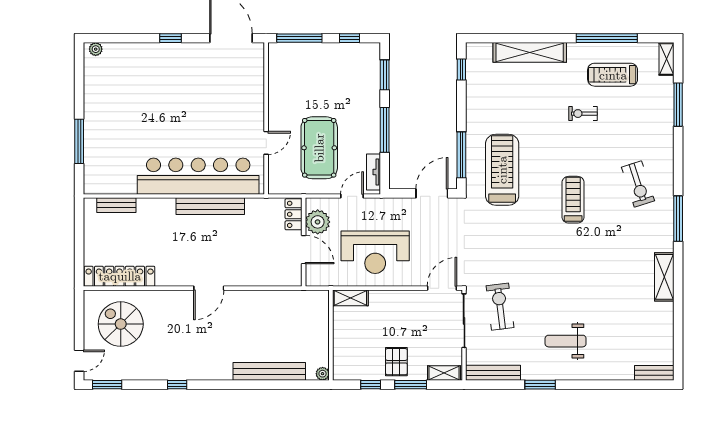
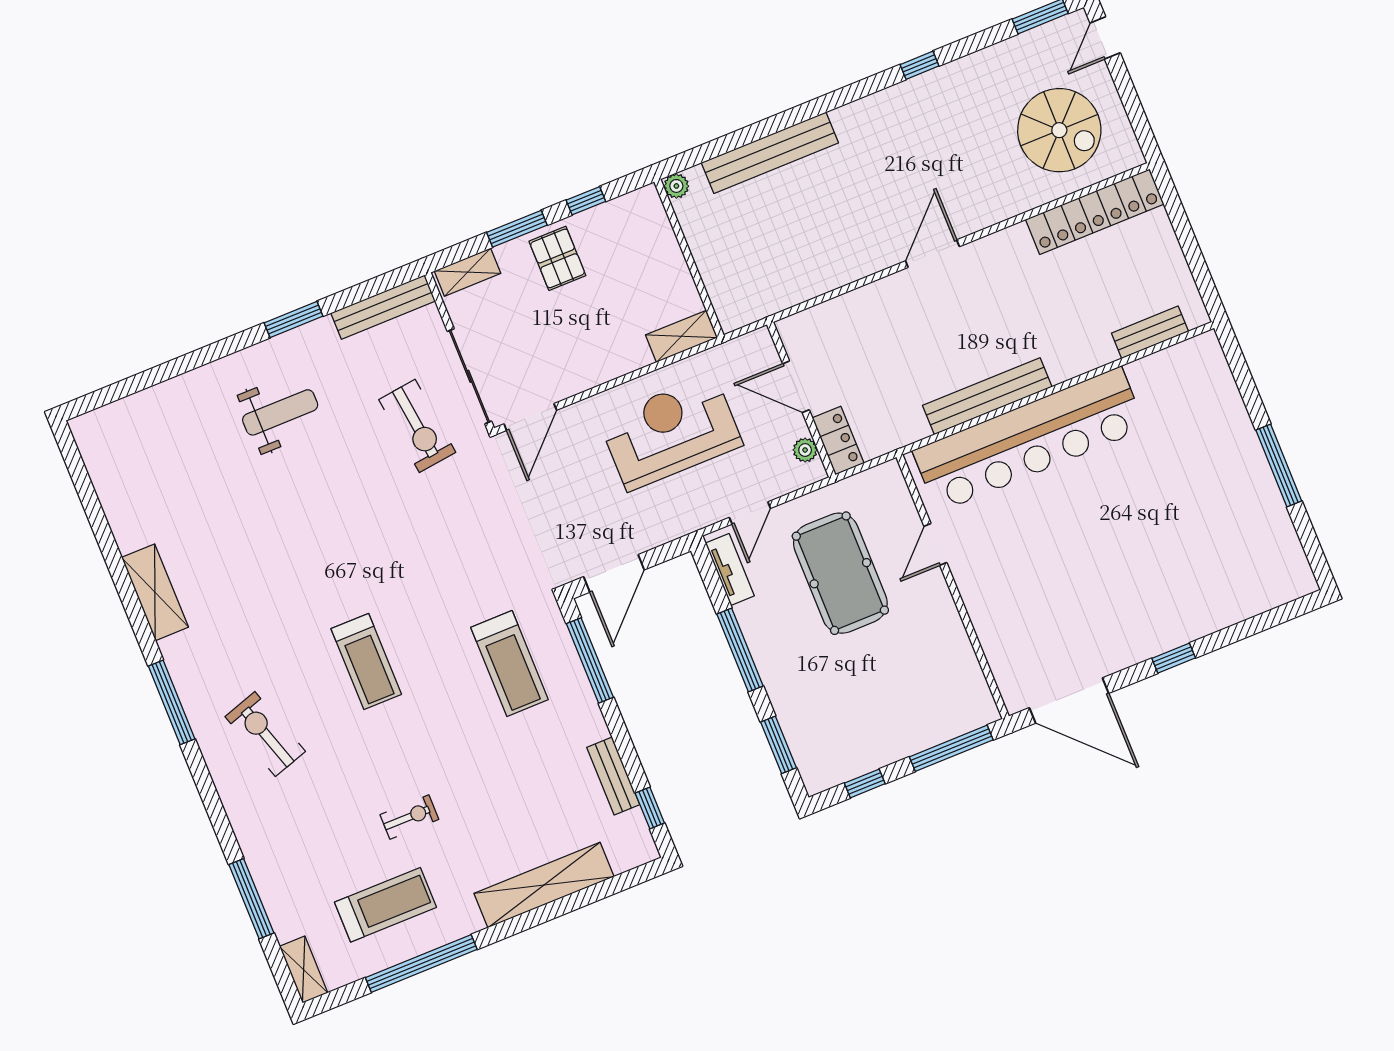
plant: (96, 49) -> (1295, 587), removed
window: (79, 141) -> (1279, 466), moved
treadmill: (502, 170) -> (509, 663), width x0.73, depth x0.73
plant: (318, 222) -> (805, 450), width x0.53, depth x0.53
bench: (654, 373) -> (613, 776), moved, turned 90

